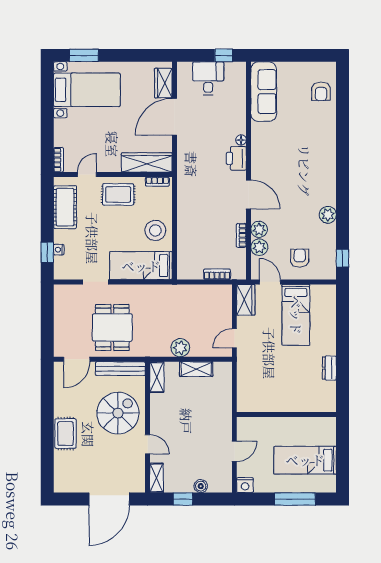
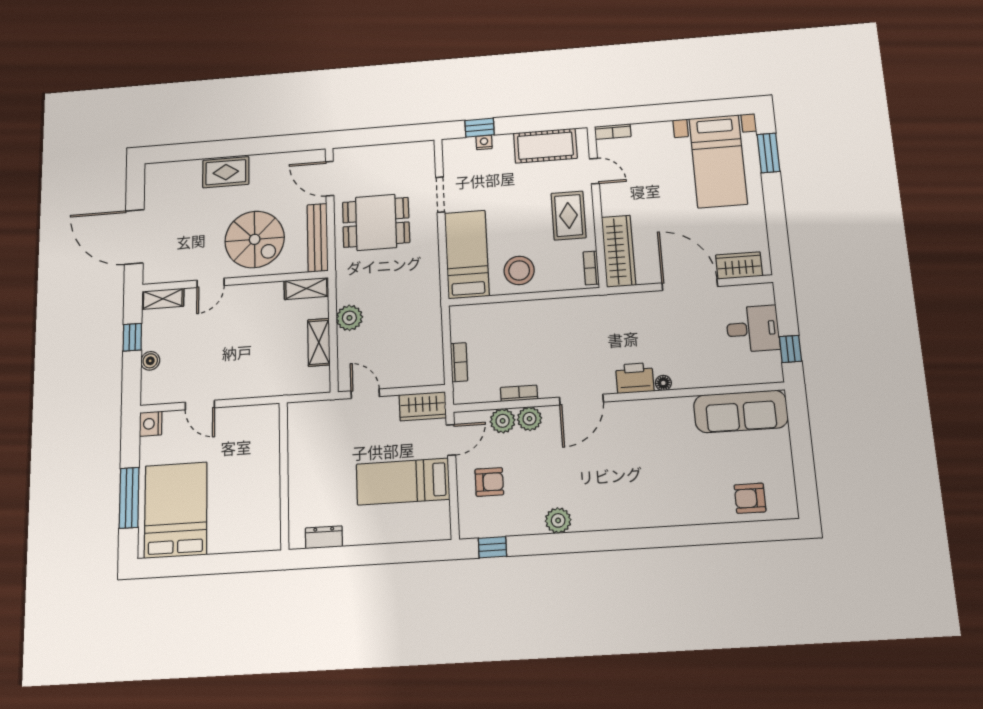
wall: (286, 415) -> (284, 475), moved
bed: (305, 460) -> (176, 510), width x1.50

